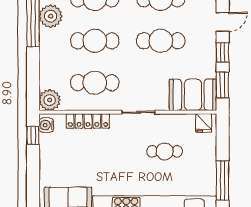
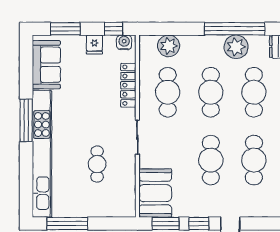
plant: (50, 100) -> (169, 46), moved
fridge: (204, 123) -> (94, 45), moved, turned -90
window: (33, 182) -> (65, 29), added

